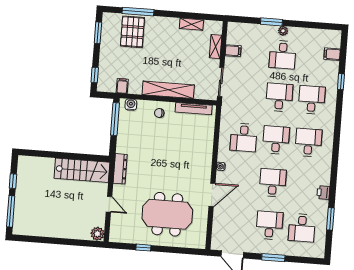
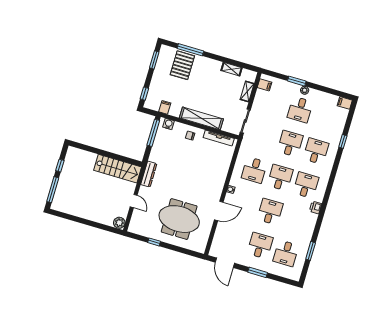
filing cabinet: (233, 51) -> (264, 85), moved
filing cabinet: (332, 54) -> (345, 103), moved
printer: (323, 193) -> (316, 207), moved

